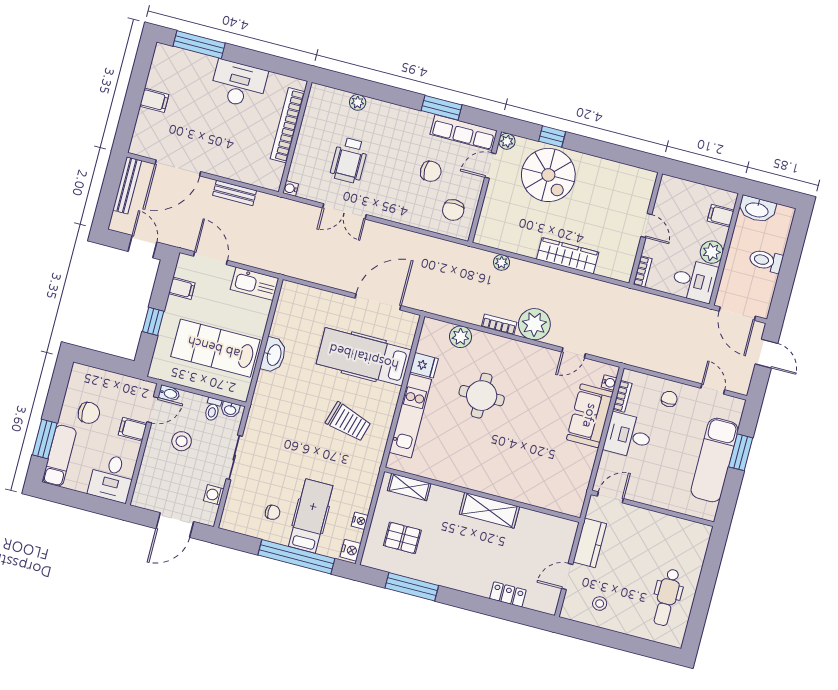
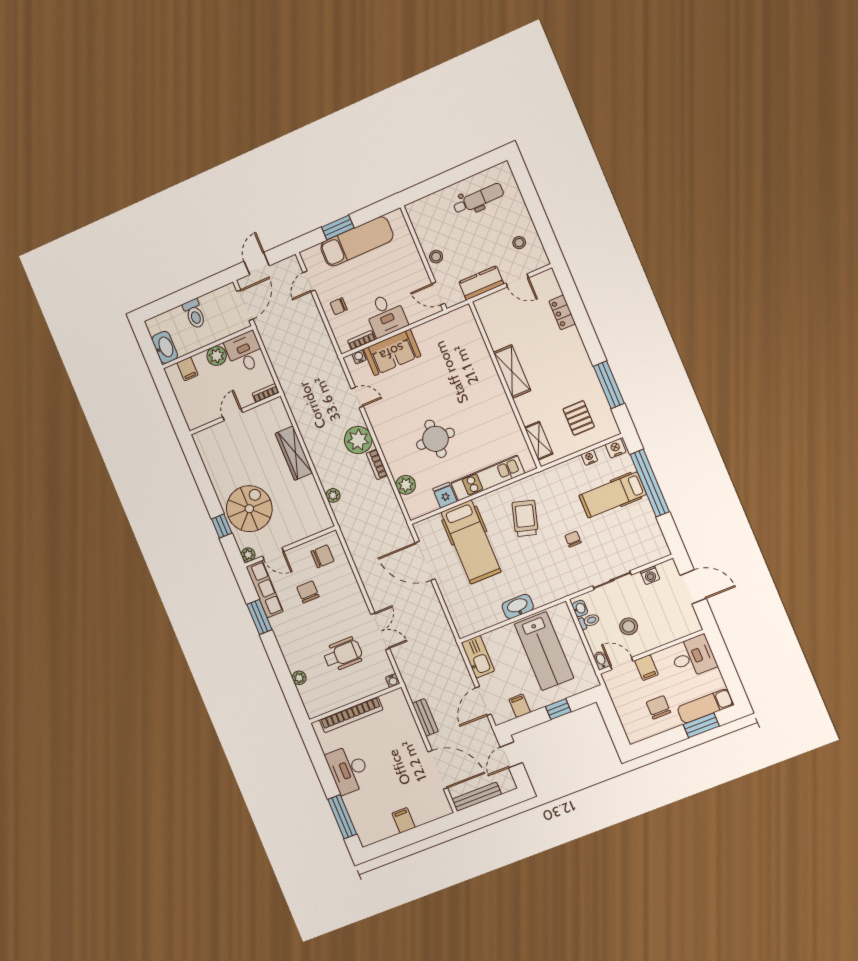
chair: (273, 512) -> (573, 539), moved
stool: (645, 521) -> (436, 257), added

